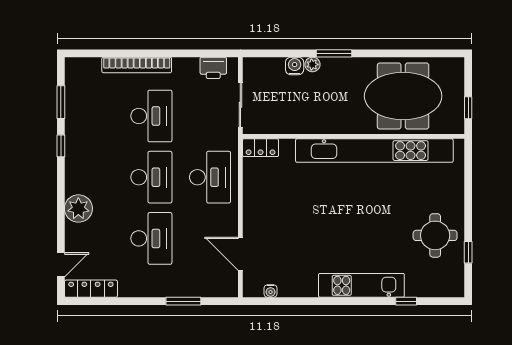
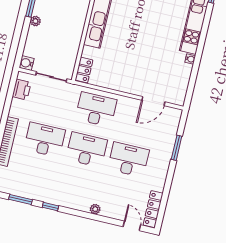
water cooler: (295, 66) -> (27, 63), moved
plant: (78, 209) -> (95, 209), width x0.53, depth x0.53
water cooler: (271, 291) -> (190, 59), moved

